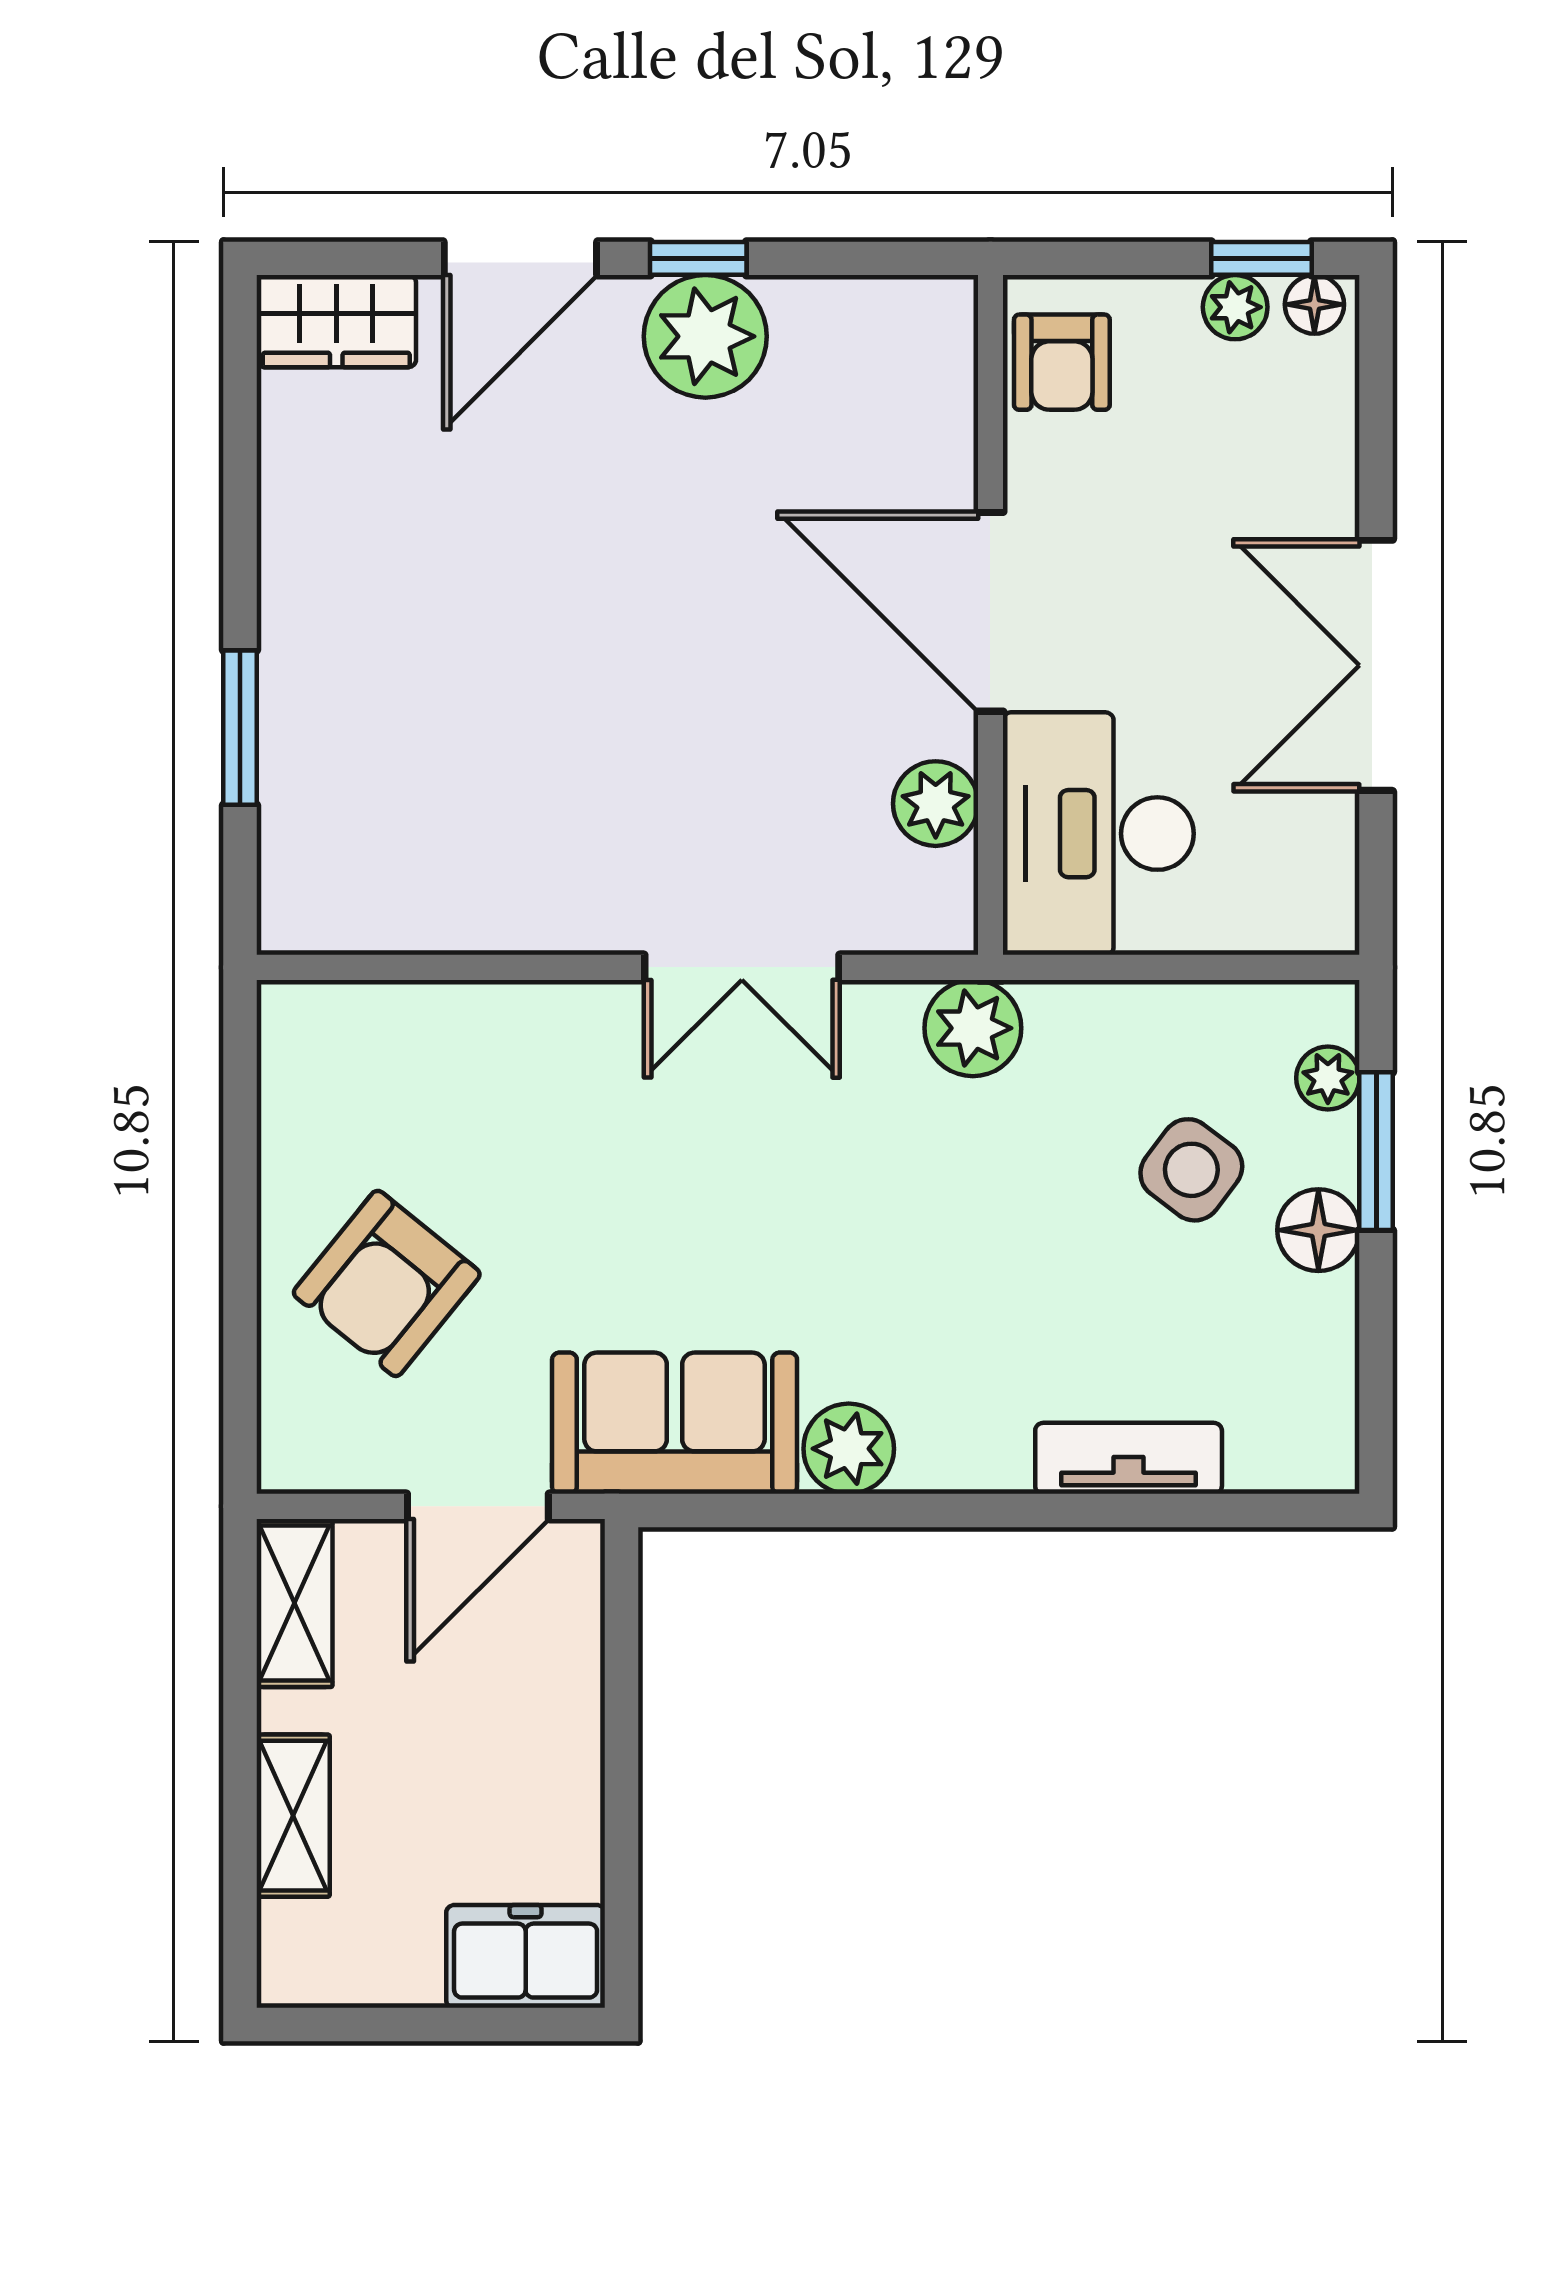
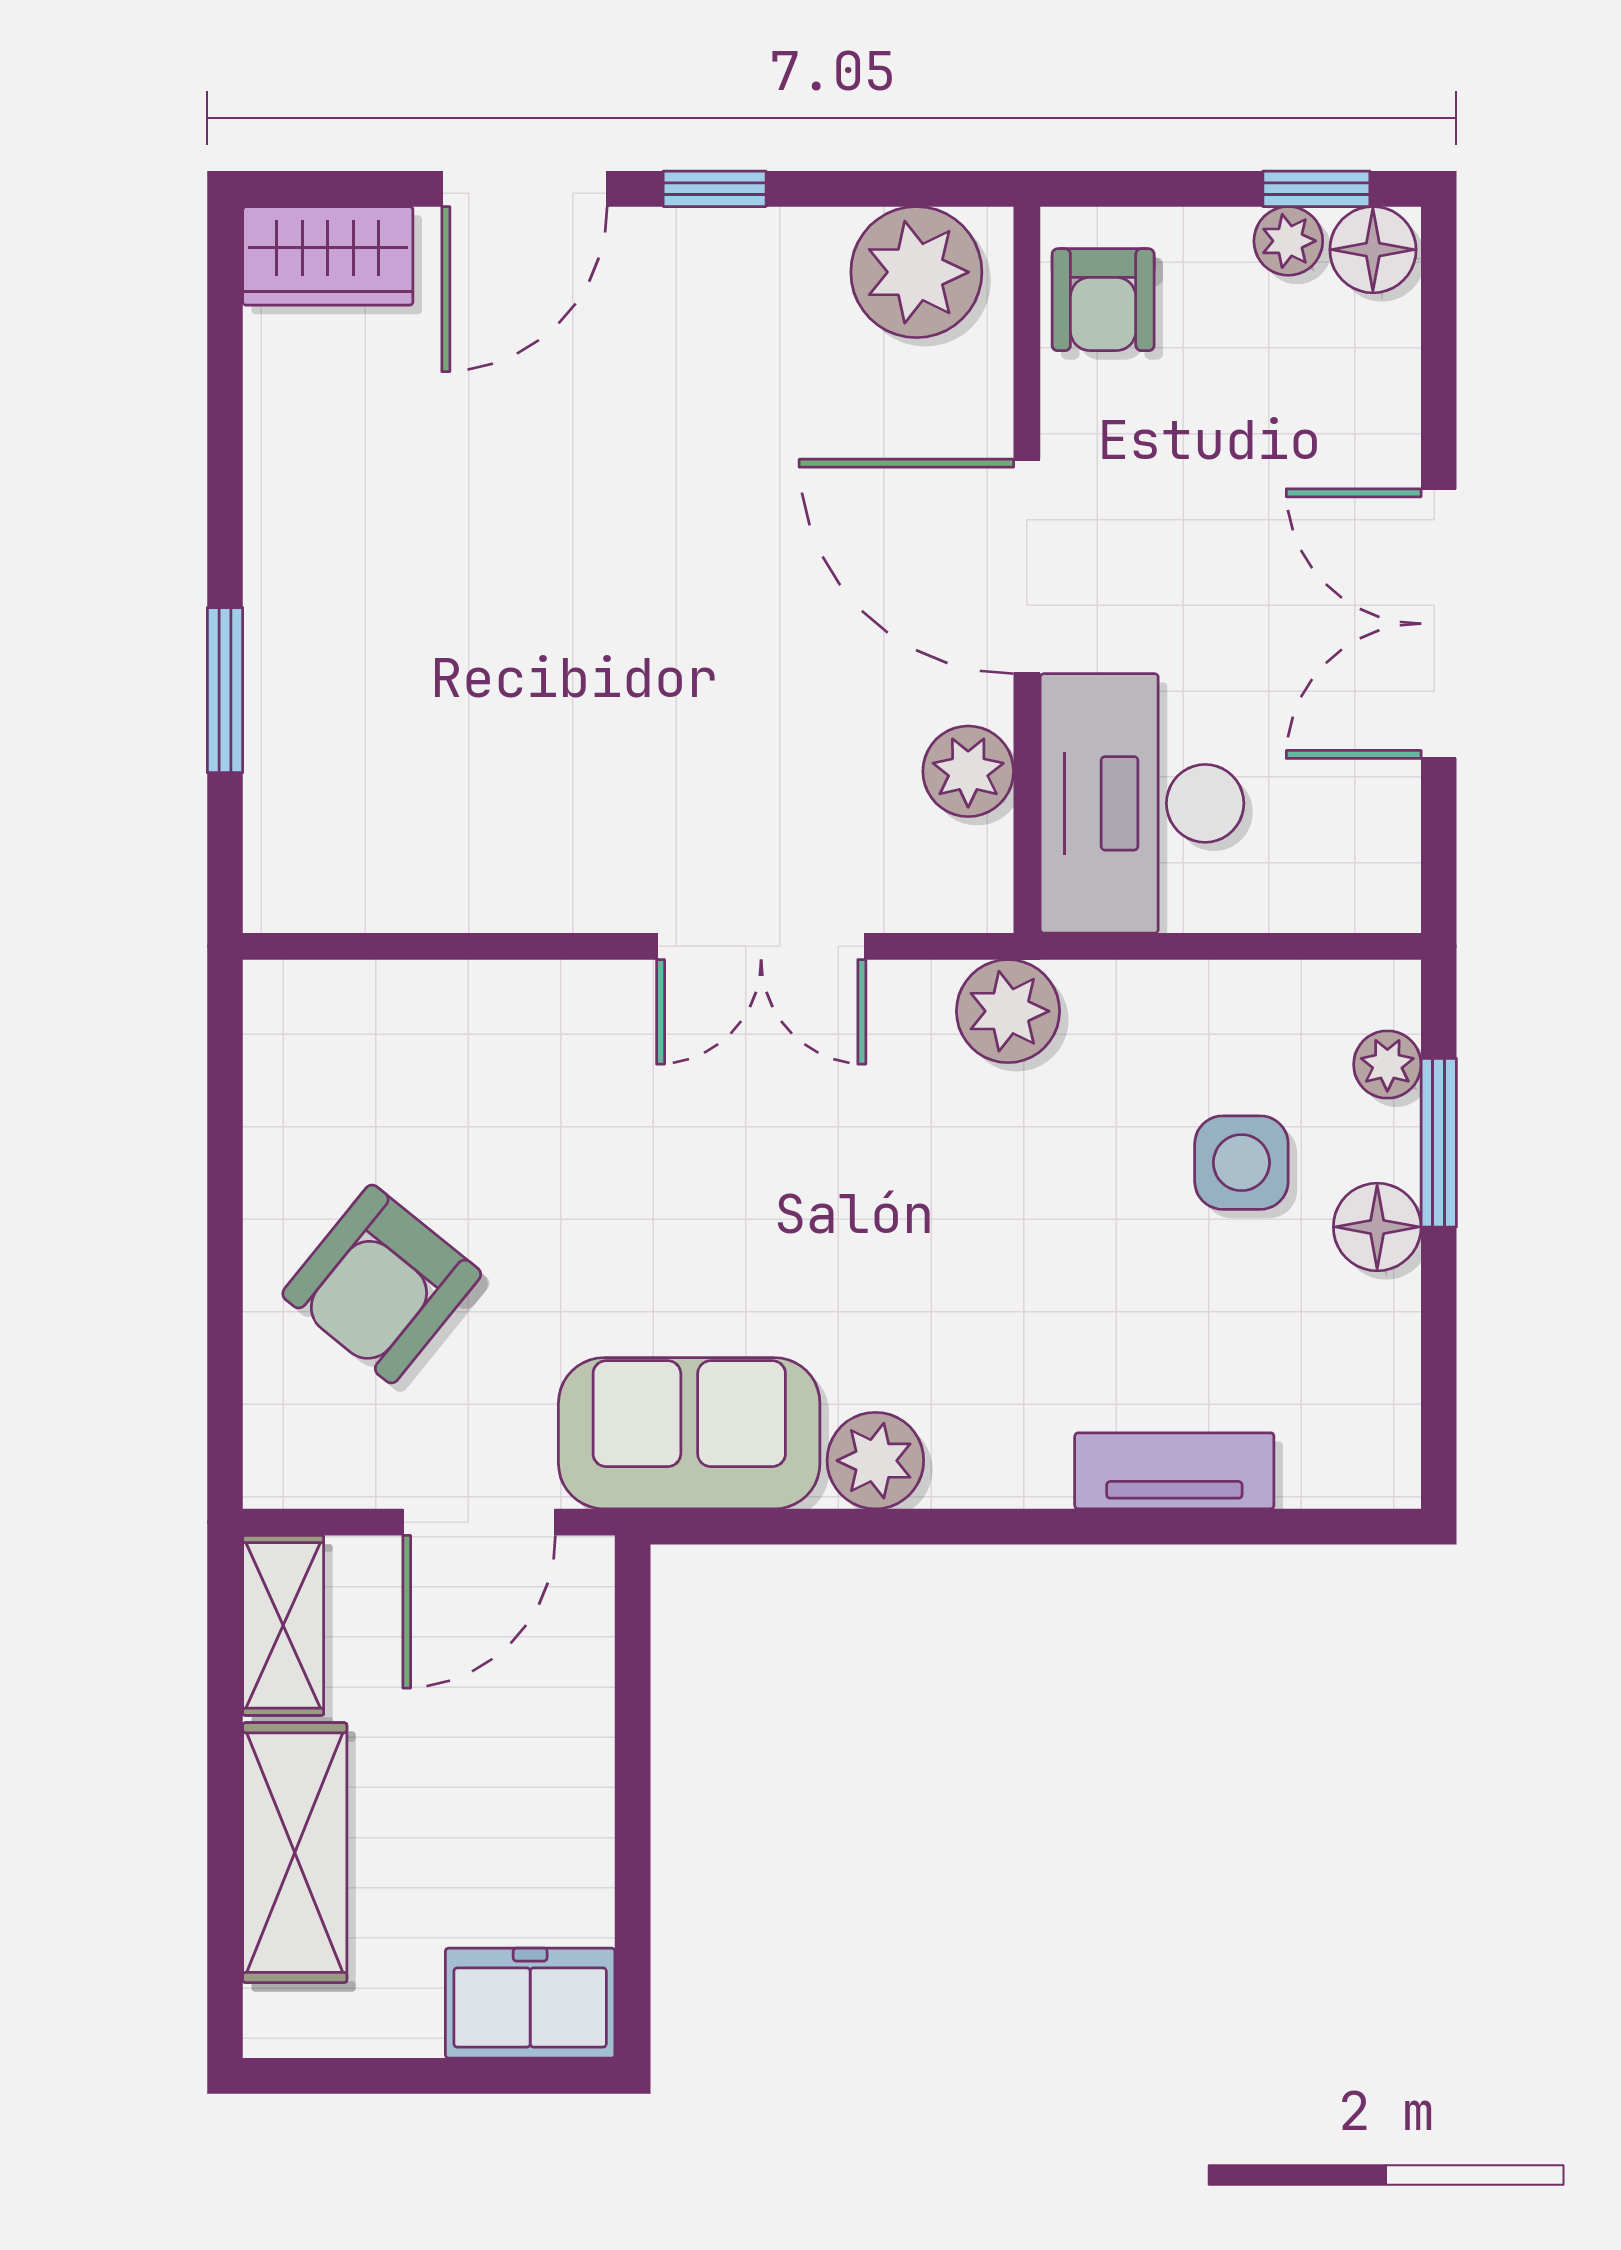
floor lamp: (1314, 304) -> (1373, 250), width x1.37, depth x1.37
plant: (705, 336) -> (916, 272), moved
side table: (1191, 1170) -> (1241, 1163), turned -37
shelving: (293, 1816) -> (295, 1853), width x1.50, depth x1.33

